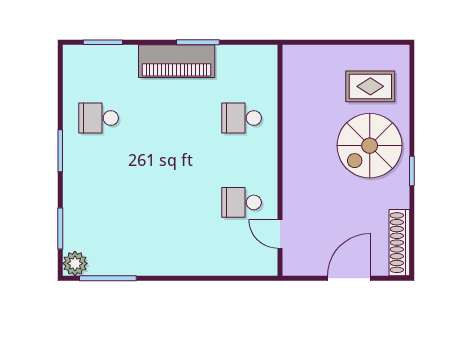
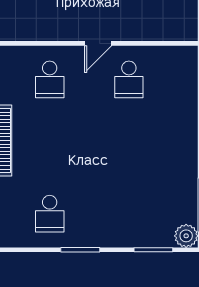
door: (280, 234) -> (98, 43), moved

